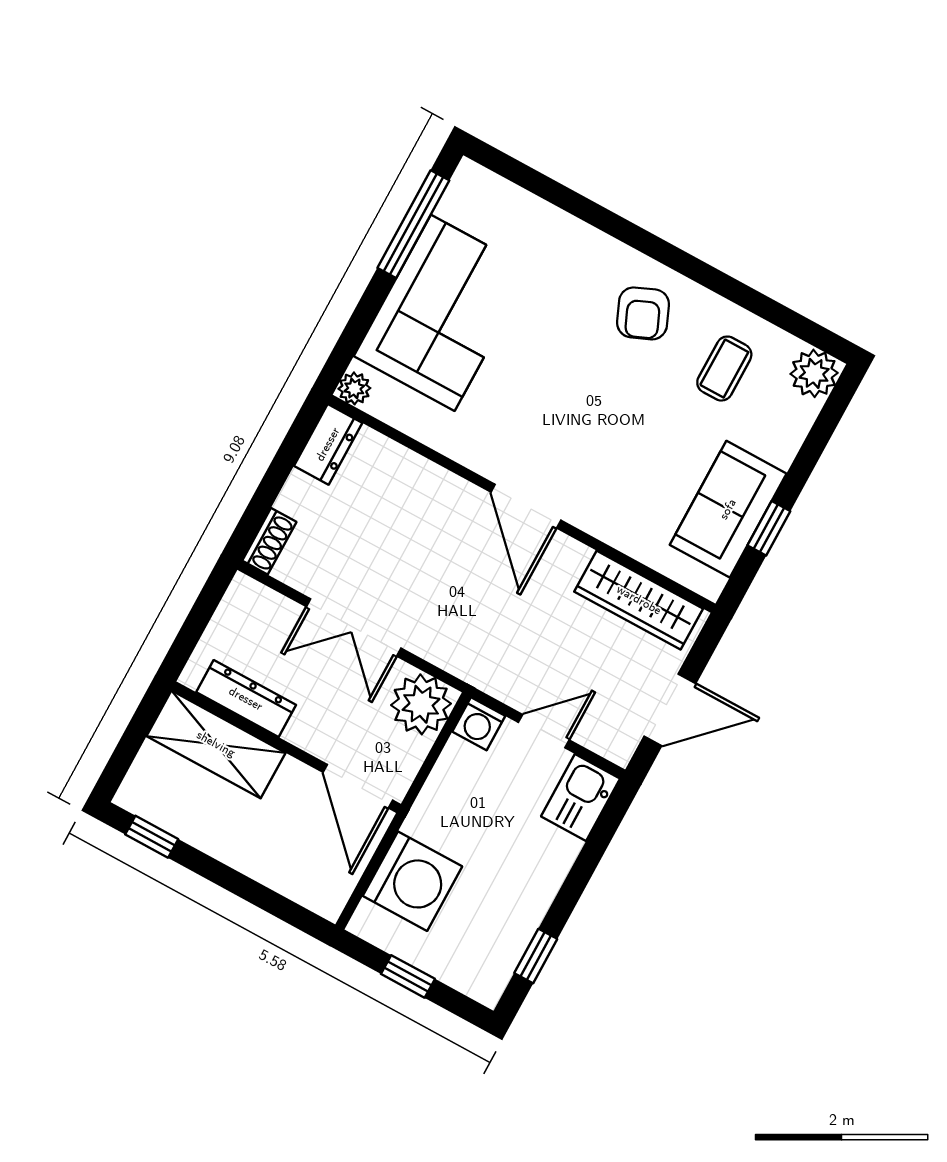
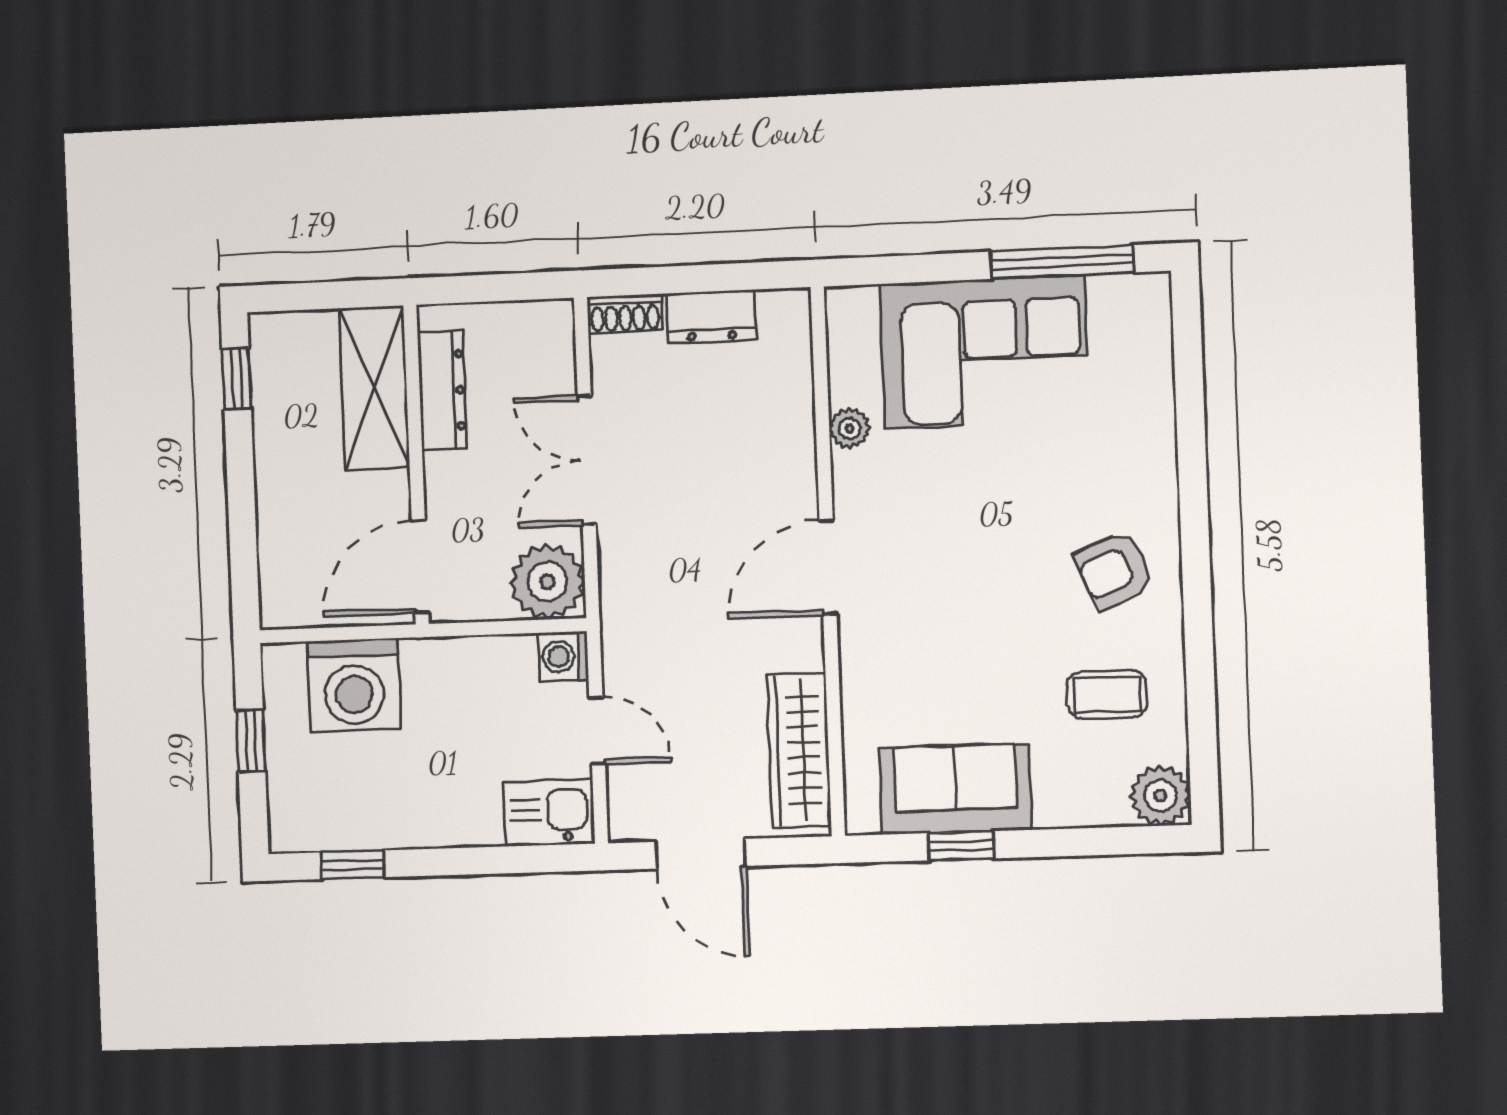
plant: (354, 388) -> (849, 428), moved
dresser: (328, 444) -> (711, 316), moved

